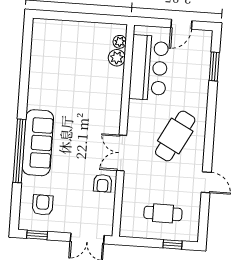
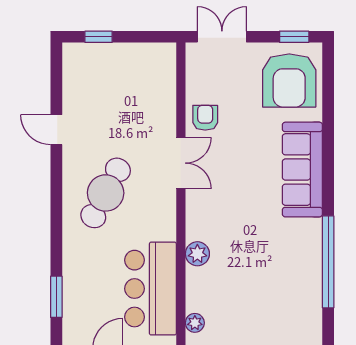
plant: (117, 58) -> (197, 254), moved
window: (19, 151) -> (328, 262), moved
armchair: (43, 205) -> (289, 80), width x1.88, depth x1.88
cafe table: (163, 213) -> (115, 80), removed

